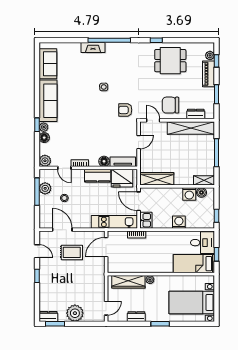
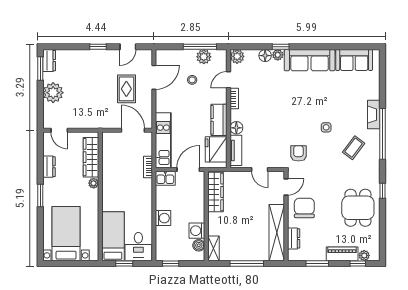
coffee table: (121, 64) -> (354, 148), added

